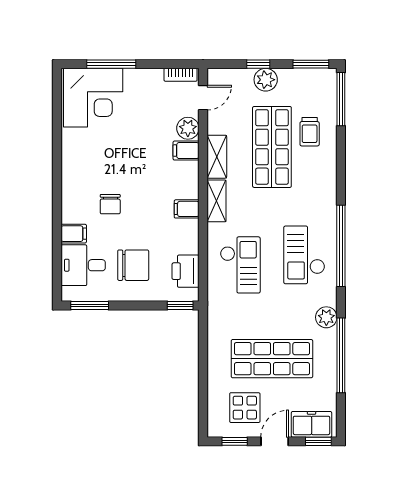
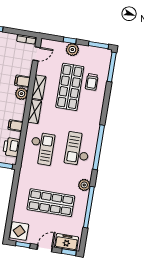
plant: (188, 128) -> (21, 94), moved
filing cabinet: (187, 209) -> (15, 126), moved
display table: (245, 408) -> (19, 231), moved

